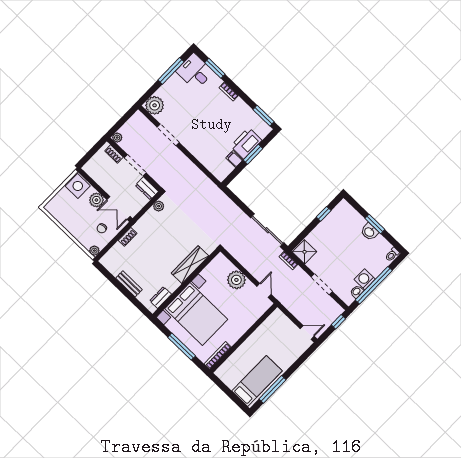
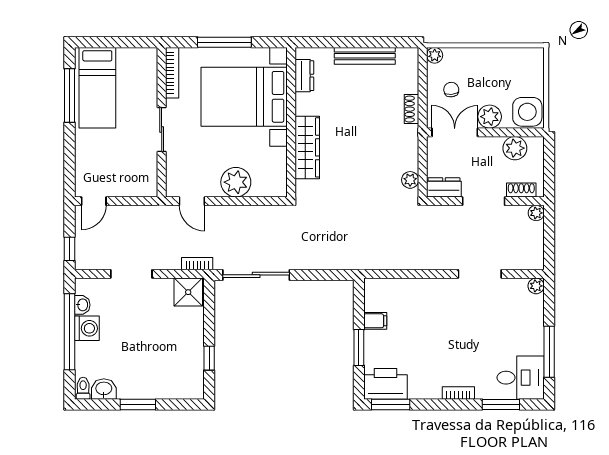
plant: (155, 105) -> (536, 286), width x0.53, depth x0.53
printer: (246, 143) -> (386, 384), moved, turned -90
plant: (99, 175) -> (515, 148), added
washbasin: (369, 232) -> (104, 389), moved
bench: (129, 284) -> (365, 56), width x1.36
sliding door: (247, 335) -> (162, 129), added

